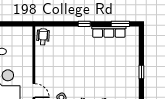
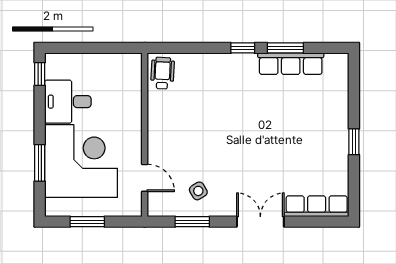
window: (120, 24) -> (285, 48), moved

